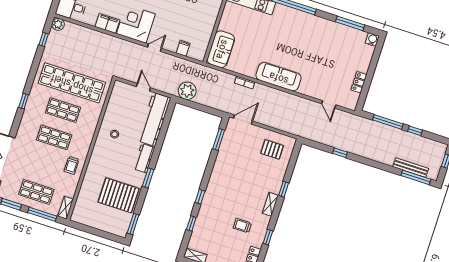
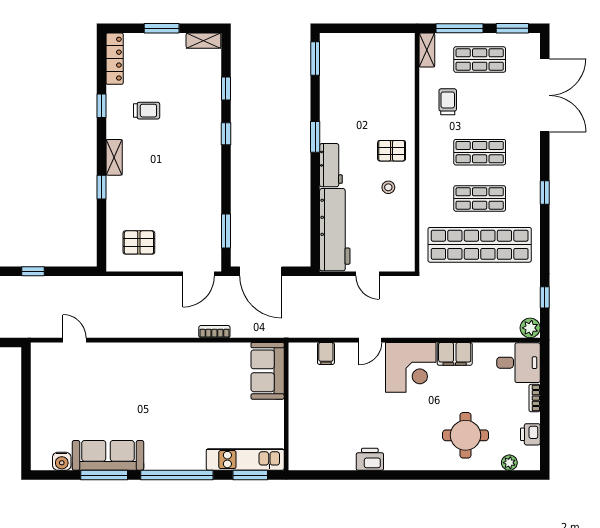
window: (350, 23) -> (104, 475), moved
water cooler: (372, 40) -> (62, 461), moved
sofa: (279, 77) -> (108, 455), moved, turned 180
locker: (359, 82) -> (39, 389), removed
plant: (187, 91) -> (299, 290), removed
door: (206, 109) -> (261, 271), added
trolley: (72, 165) -> (448, 102), moved
pallet: (119, 195) -> (392, 151), moved, width x0.49, depth x0.50

